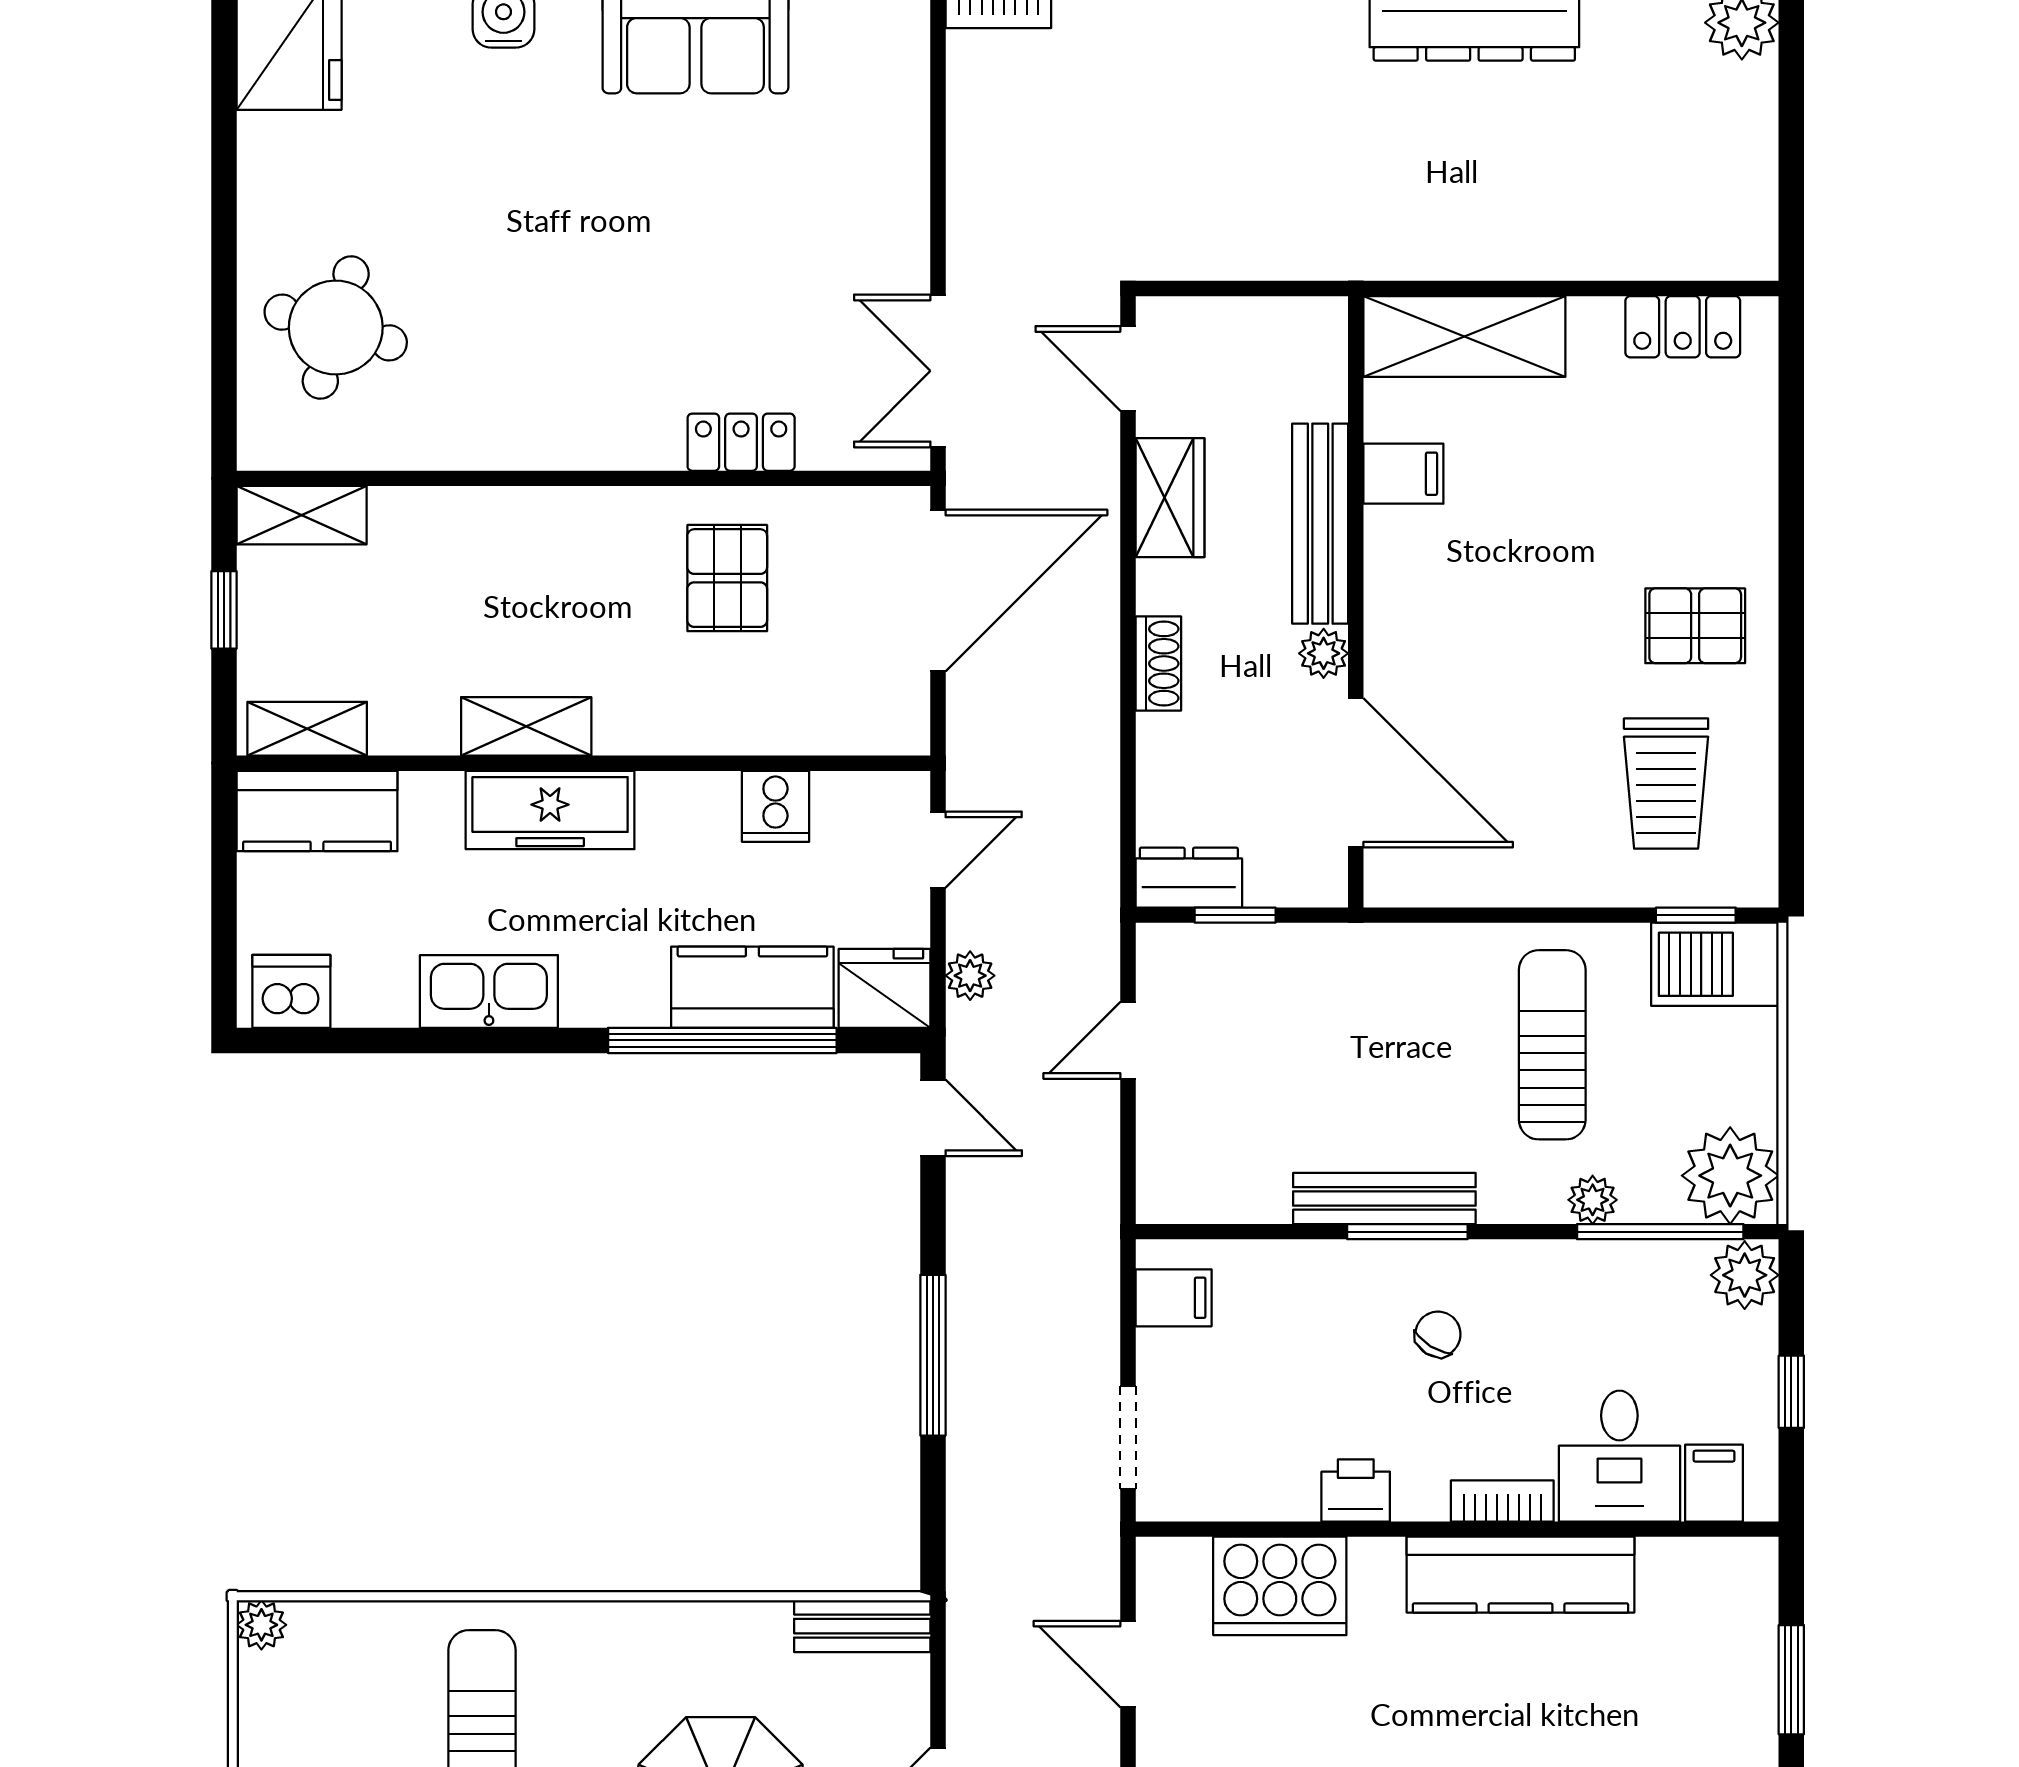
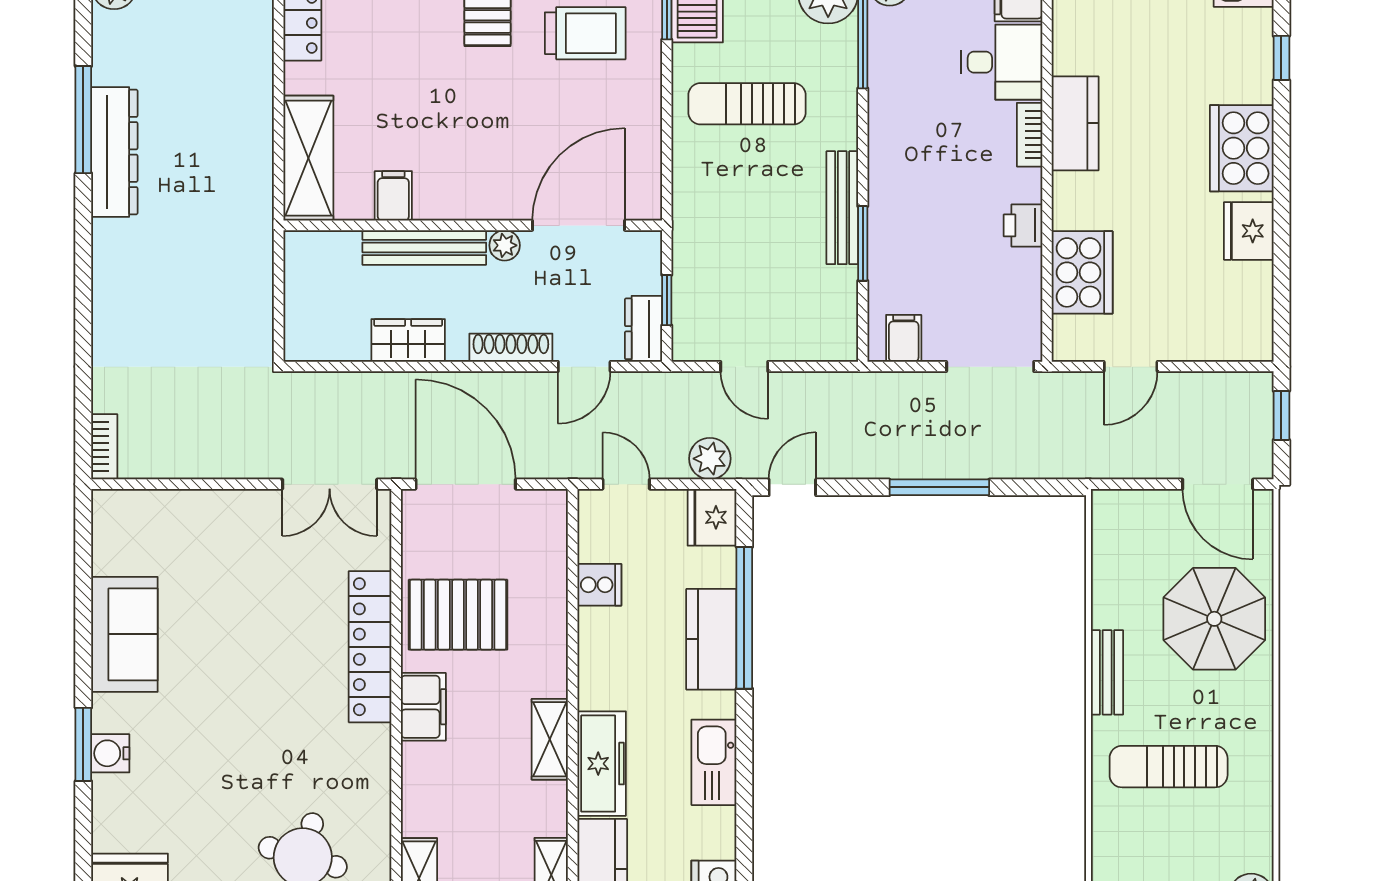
door: (1128, 368) -> (584, 367), moved
locker: (741, 442) -> (370, 647), width x2.16, depth x1.21
filing cabinet: (579, 522) -> (423, 707), added
pallet: (727, 578) -> (458, 615), width x1.50, depth x1.42
shoe rack: (1158, 664) -> (511, 348), width x1.43
freezer: (550, 810) -> (602, 764), moved
plant: (970, 976) -> (710, 459), width x1.38, depth x1.38
kitchen counter: (752, 987) -> (711, 639), moved
plant: (1593, 1200) -> (843, 79), removed
window: (1407, 1232) -> (863, 243), moved
chair: (1438, 1334) -> (926, 175), removed
doorway: (1128, 1437) -> (990, 367), width x1.38
kitchen counter: (1520, 1575) -> (1075, 123), width x0.67
bench: (862, 1626) -> (1107, 672), moved

